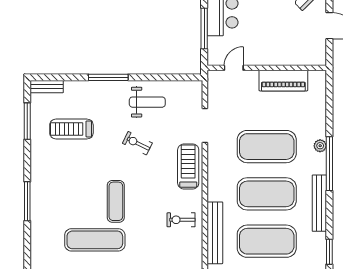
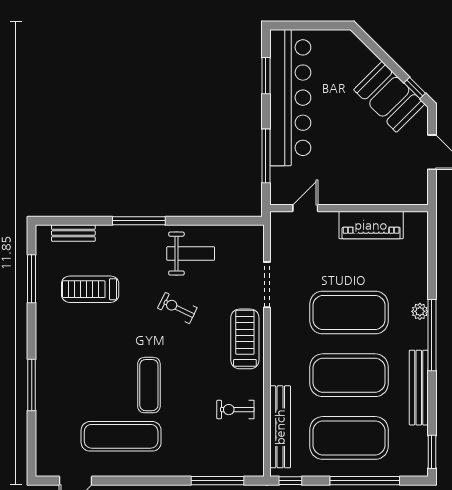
bench: (47, 87) -> (73, 233), moved

